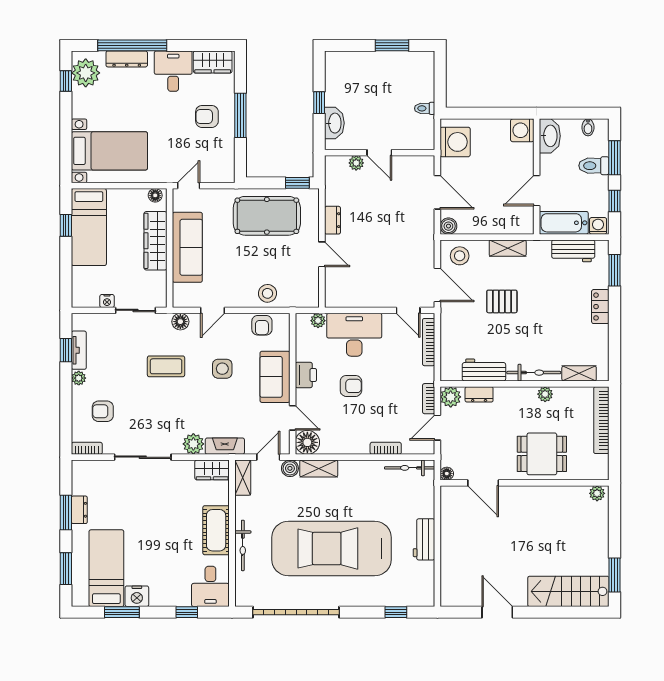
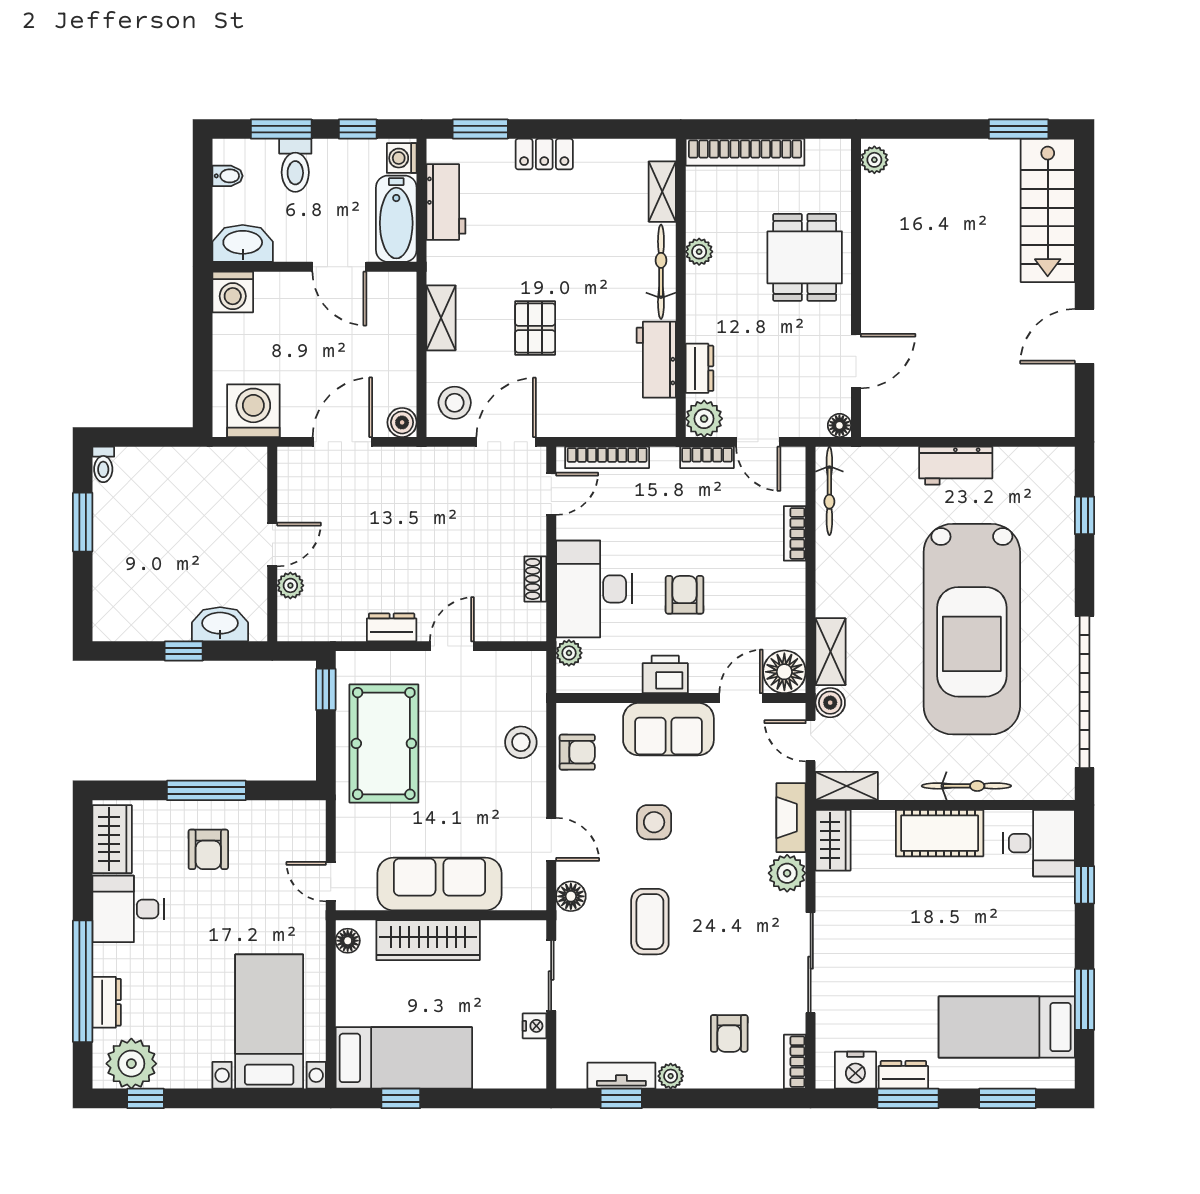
dresser: (127, 59) -> (107, 1002), width x0.70
toilet: (425, 108) -> (103, 464), moved
shoe rack: (360, 301) -> (535, 579), added
nightstand: (137, 596) -> (855, 1070), moved, turned 90

